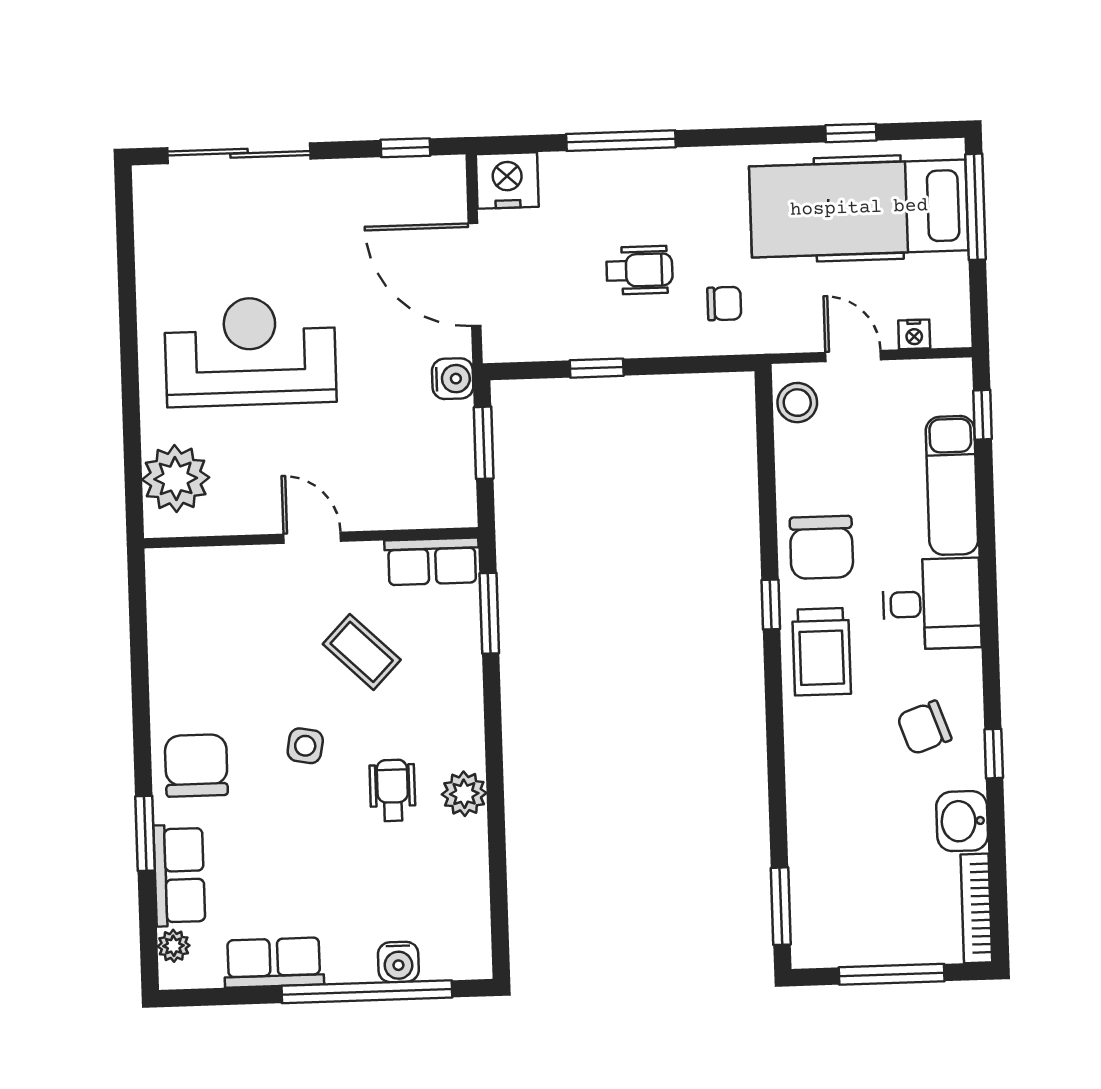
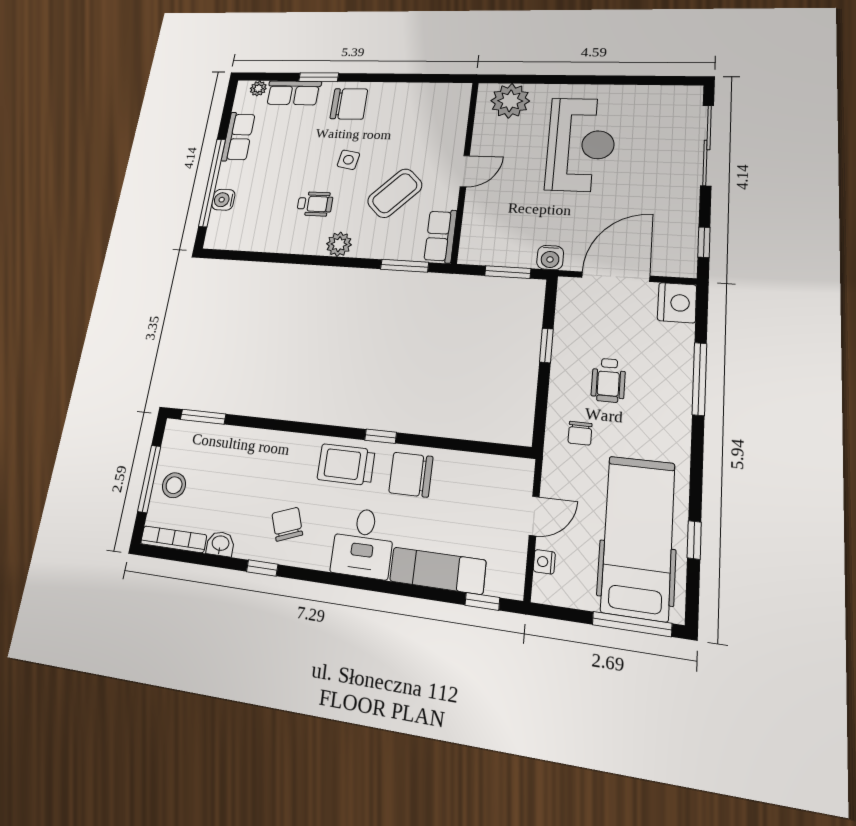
stool: (797, 403) -> (174, 485), moved
coffee table: (362, 652) -> (395, 193), width x1.36, depth x1.30
plant: (464, 794) -> (339, 244), moved
washbasin: (962, 821) -> (220, 544), width x0.72, depth x0.69

